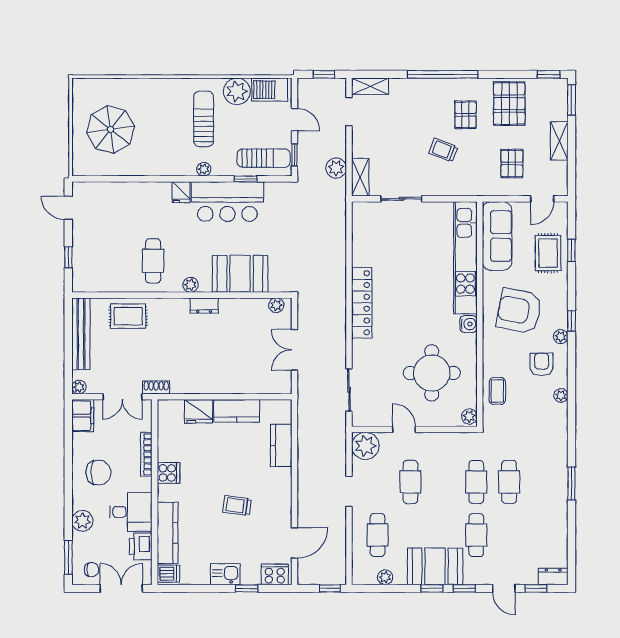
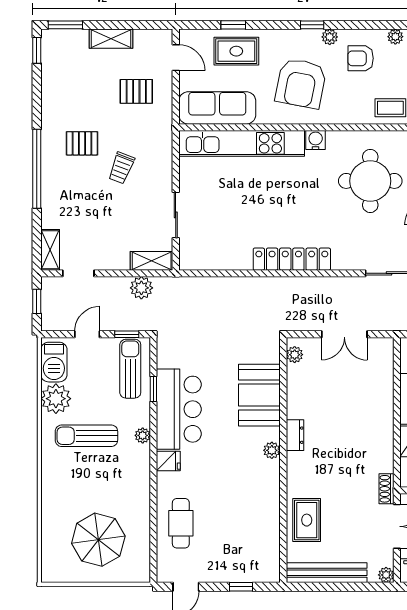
pallet: (509, 104) -> (69, 94), removed
cafe table: (153, 261) -> (181, 523), moved, turned 90

